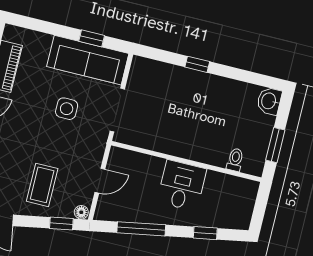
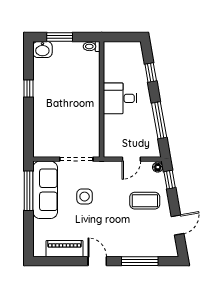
window: (92, 38) -> (29, 191), width x2.17
window: (197, 64) -> (29, 89), moved
window: (275, 145) -> (60, 37), moved
toilet: (235, 160) -> (92, 46), moved
door: (100, 181) -> (131, 159), swing flipped

